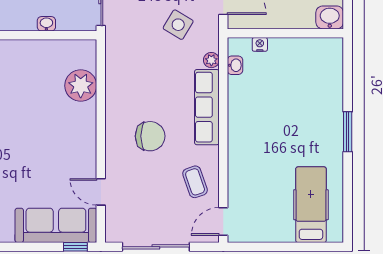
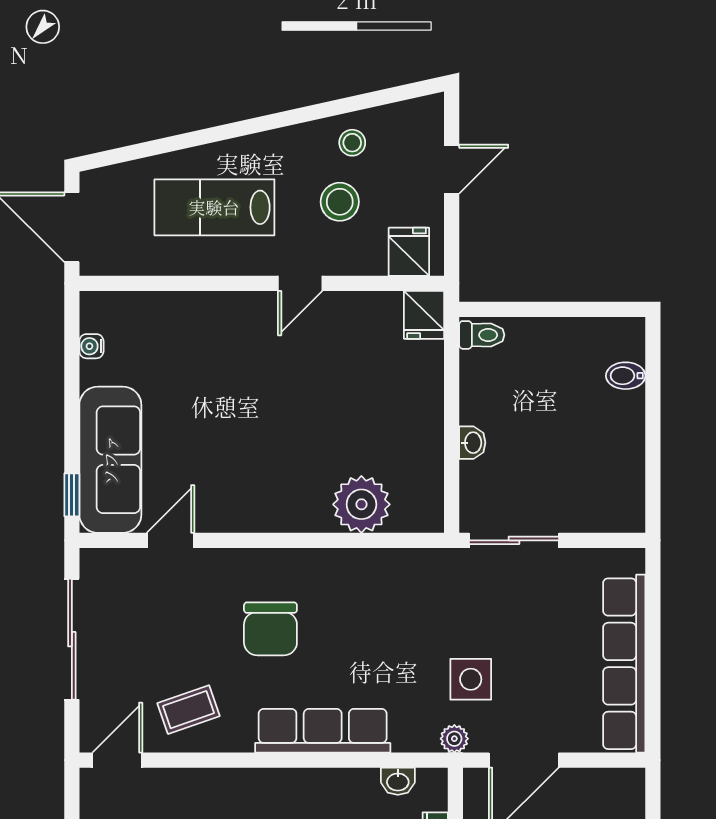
side table: (178, 25) -> (471, 679), turned -31
plant: (211, 60) -> (454, 739), moved
door: (223, 221) -> (117, 760), hinge flipped

